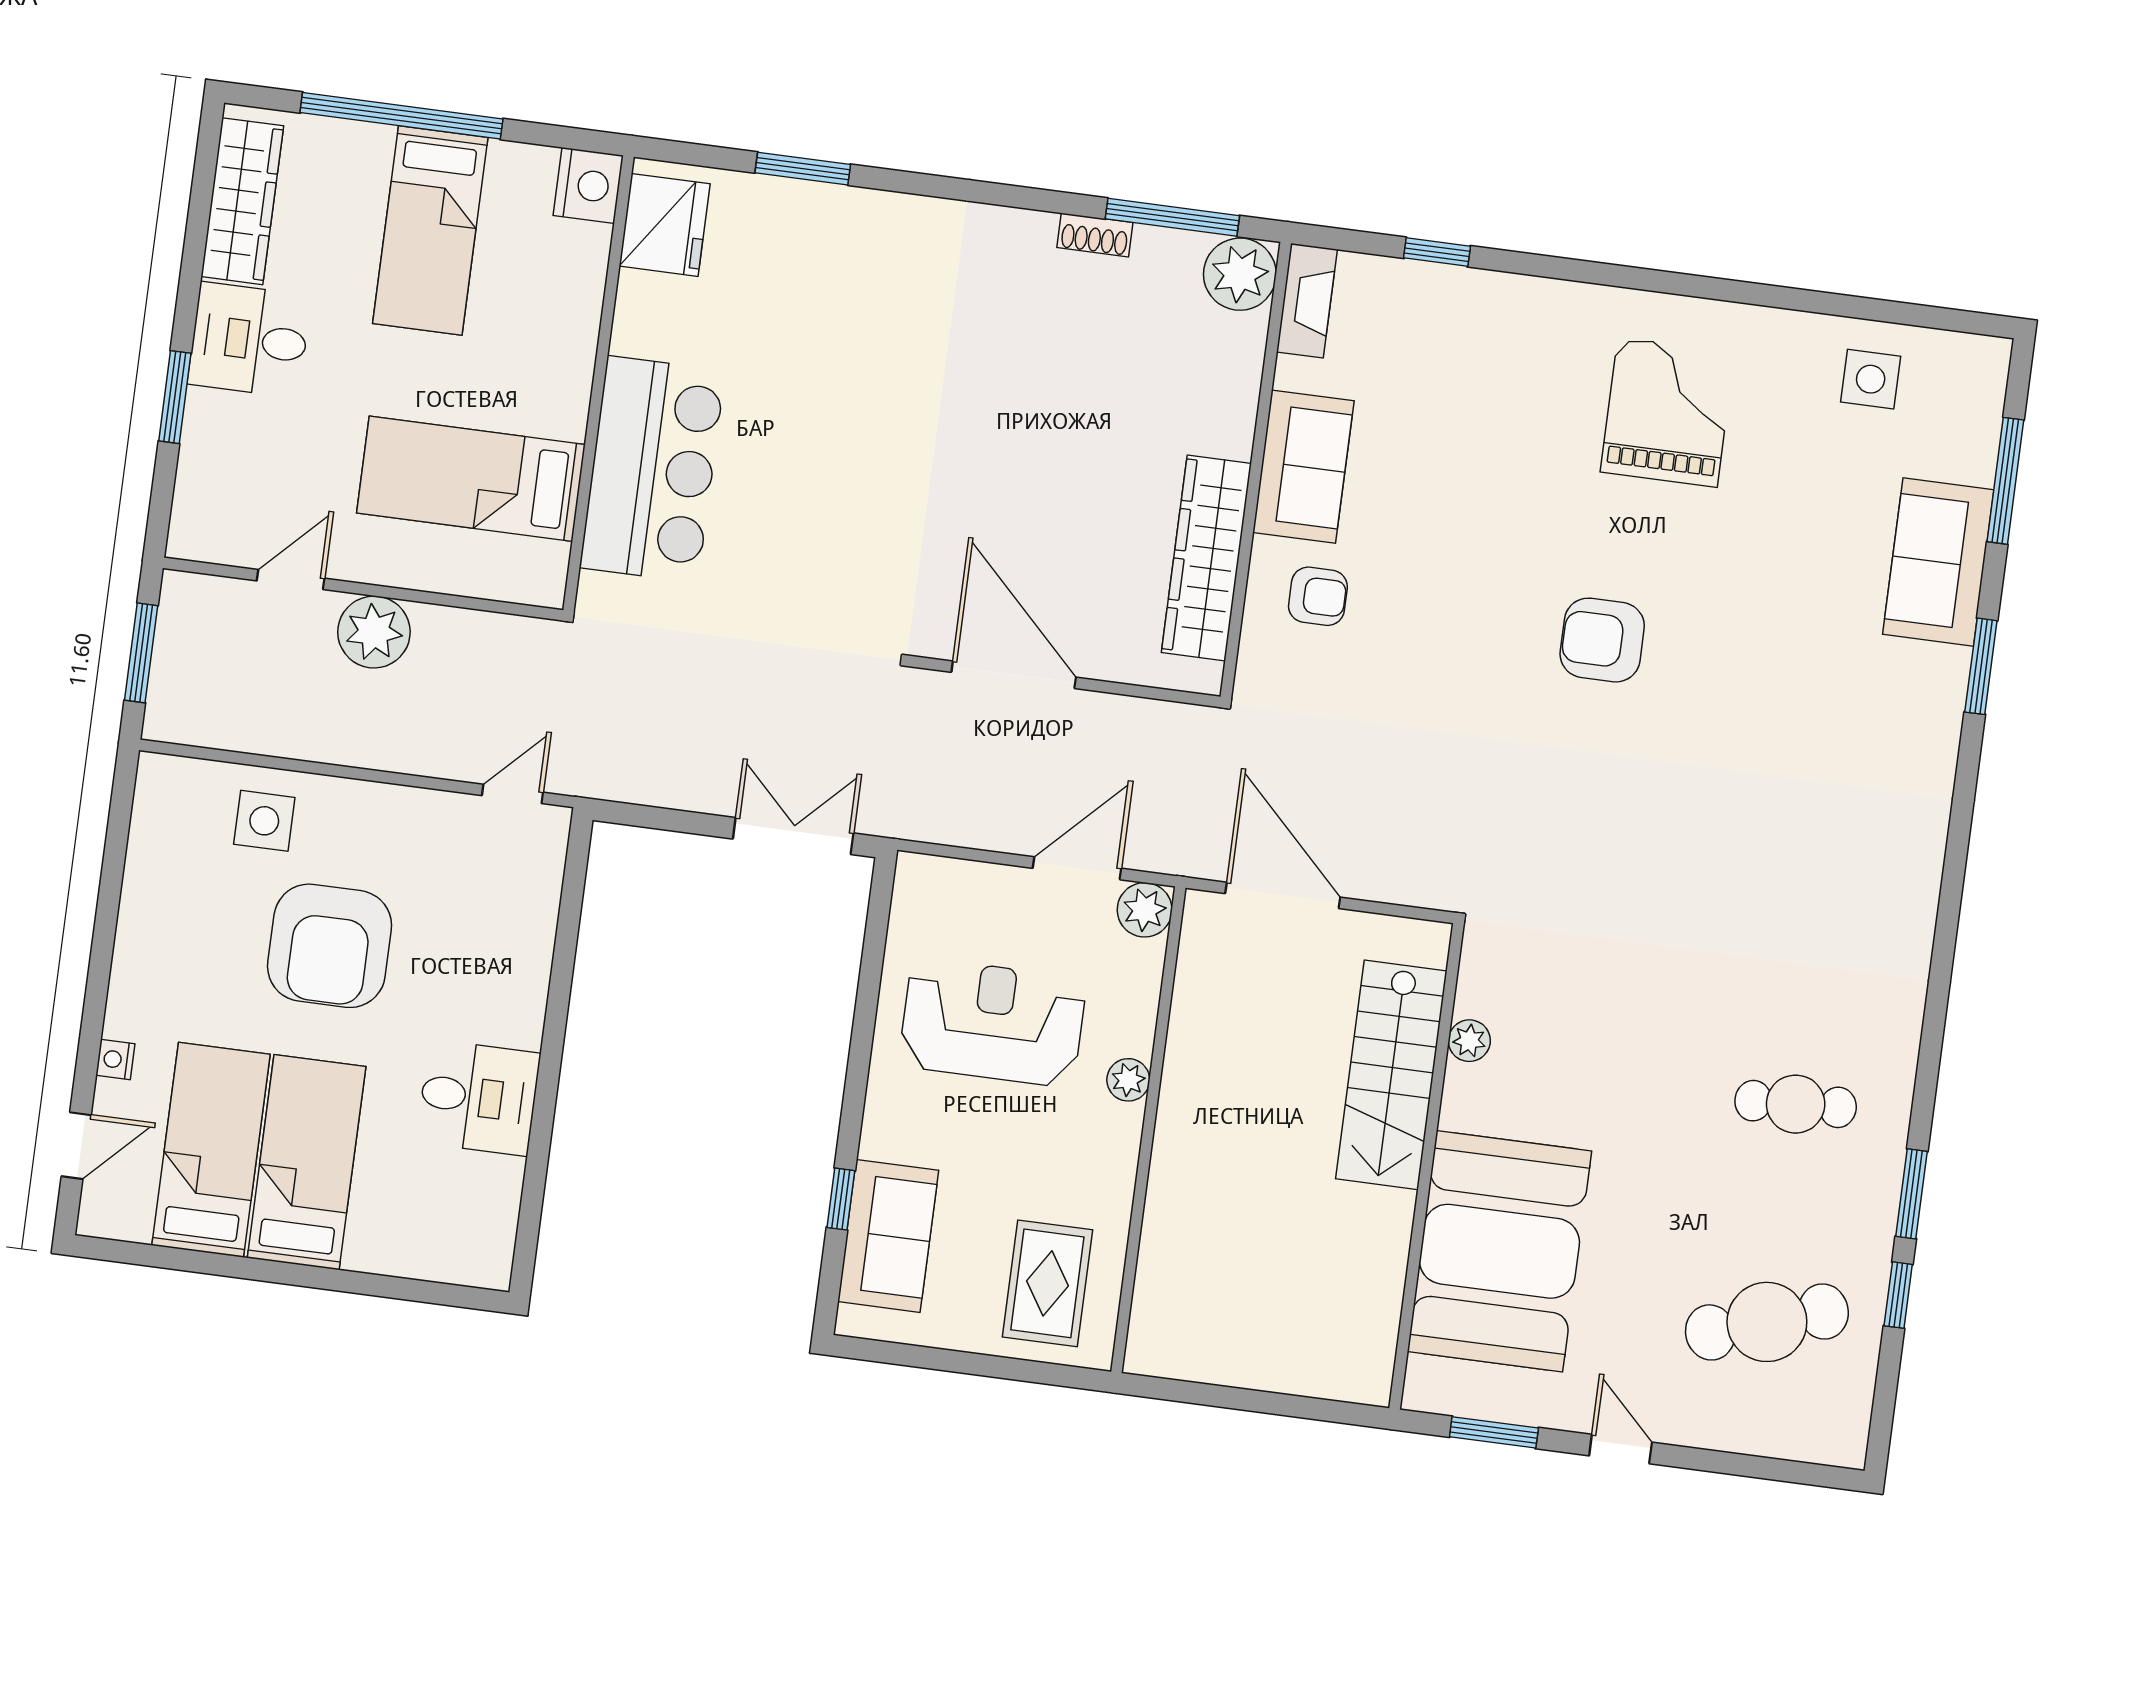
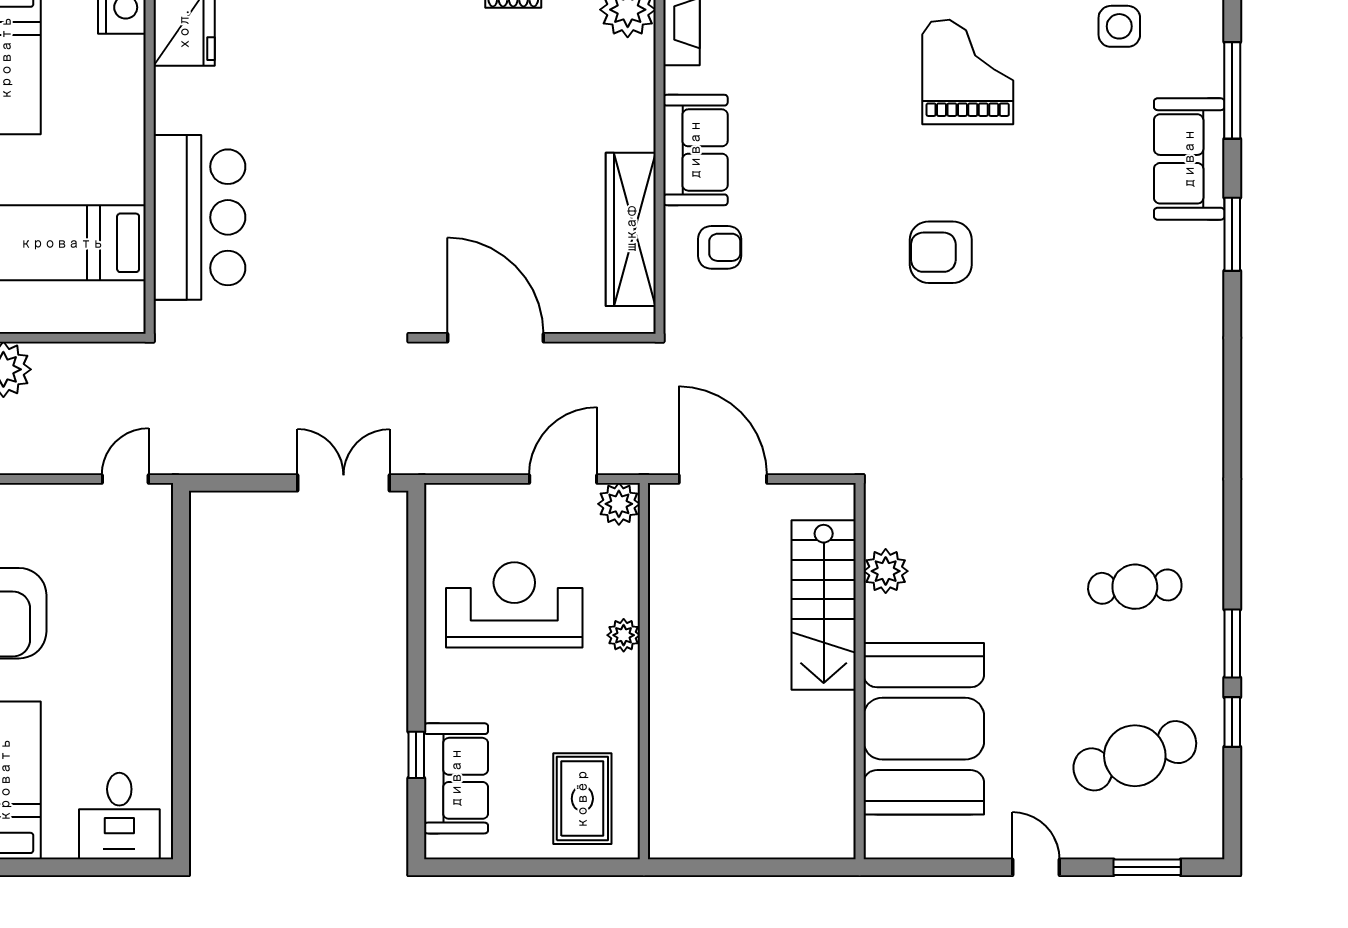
plant: (1469, 1041) -> (886, 571), width x1.38, depth x1.38
desk: (478, 1098) -> (119, 816), moved, turned 90
window: (1494, 1432) -> (1147, 867), moved

